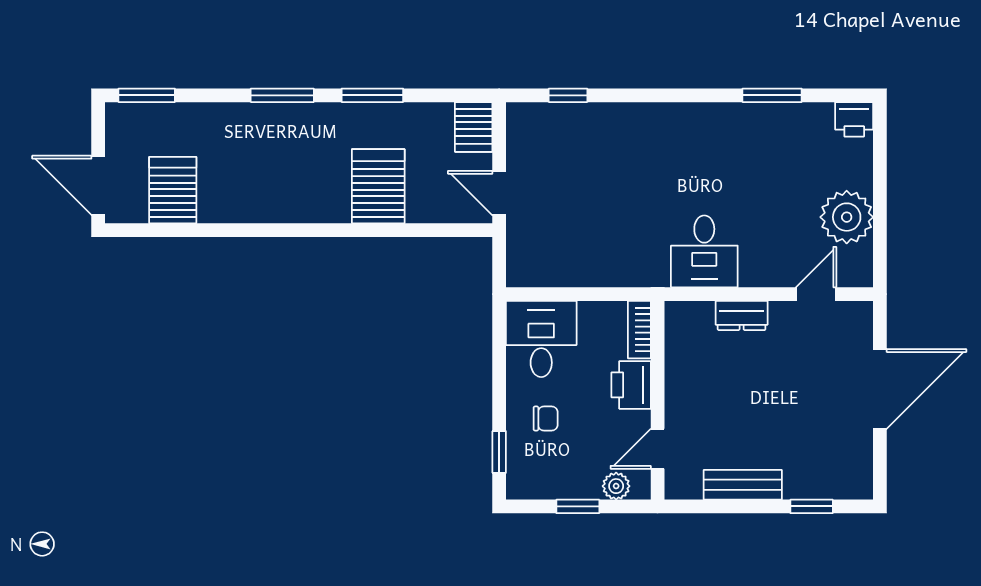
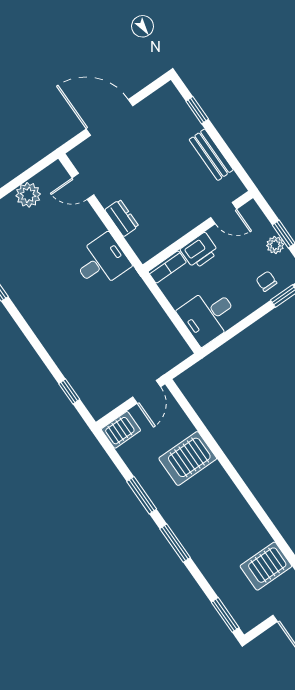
plant: (847, 217) -> (28, 195), width x0.73, depth x0.73
chair: (546, 419) -> (266, 281), moved
plant: (616, 486) -> (275, 245), moved

